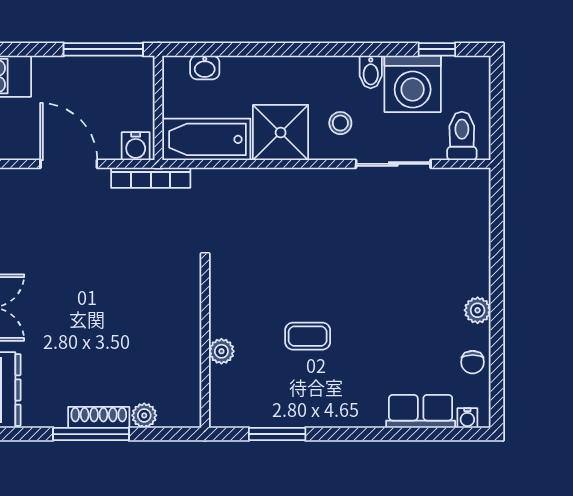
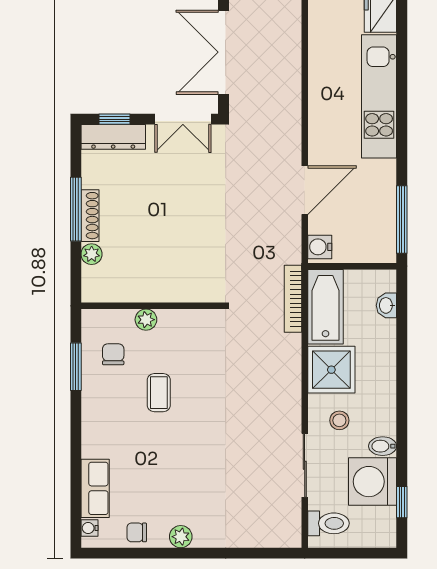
bookcase: (151, 178) -> (293, 299), moved
chair: (262, 390) -> (113, 354), added

